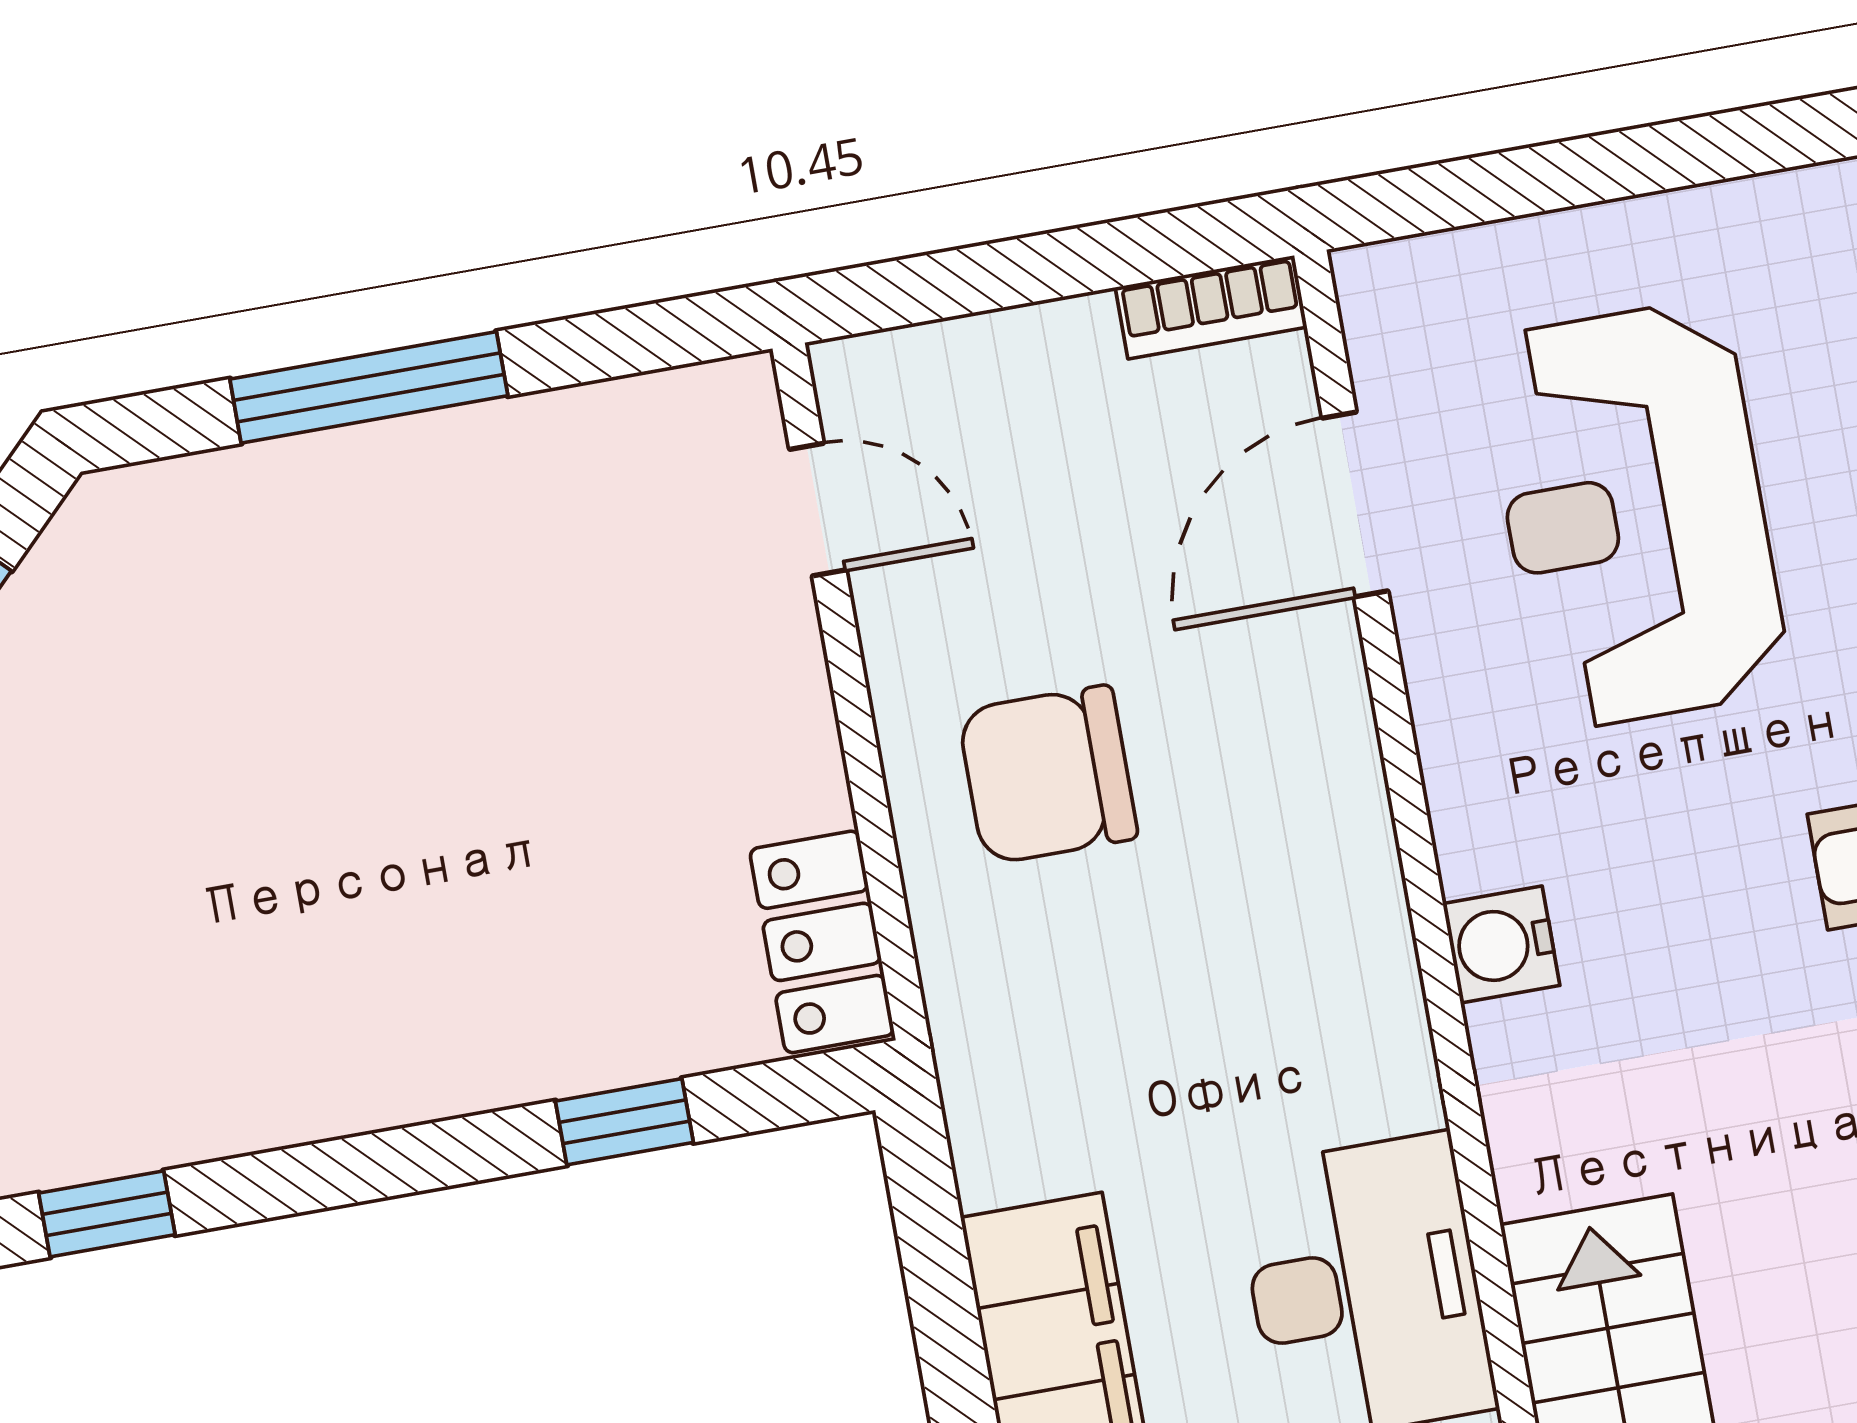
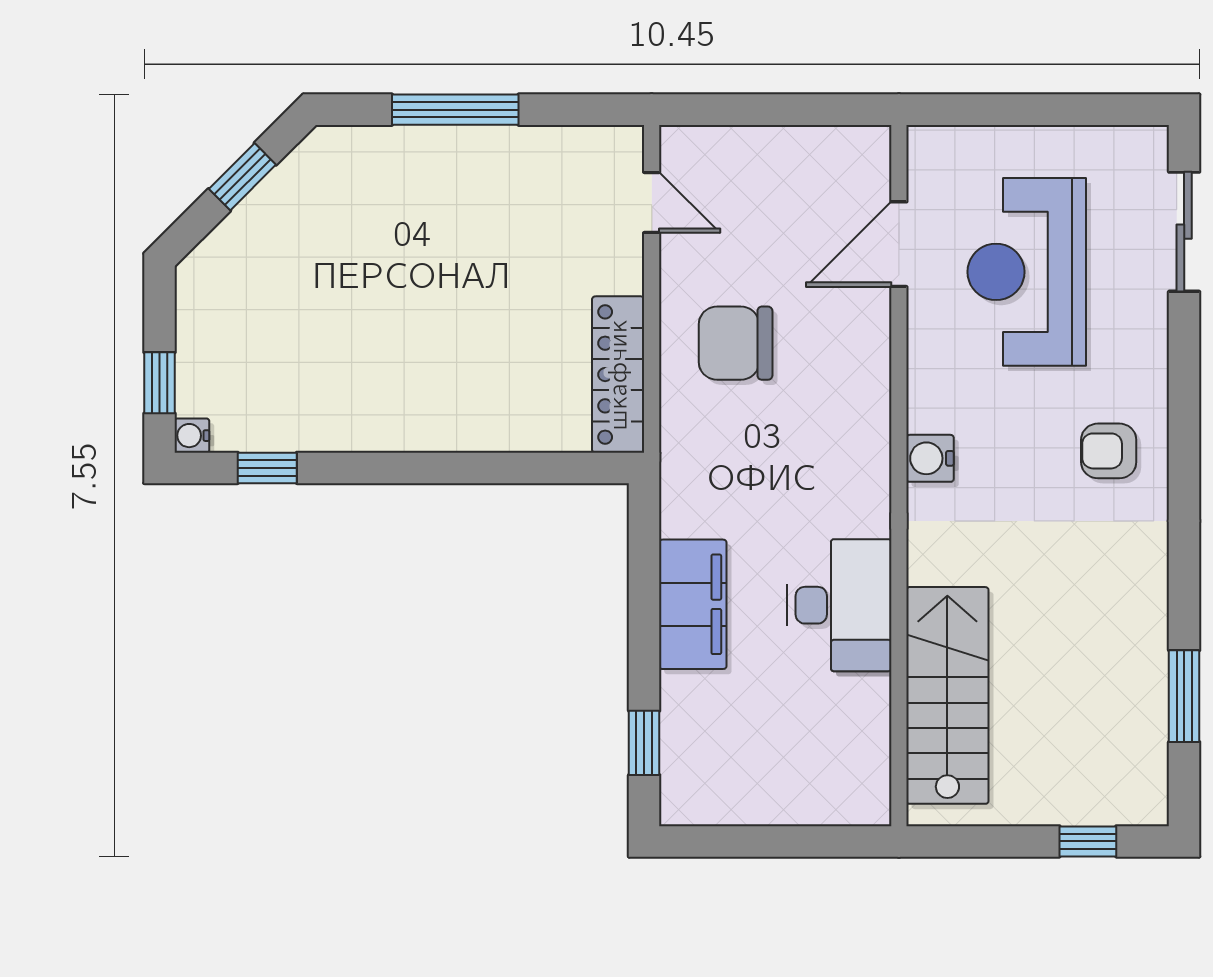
bookcase: (1211, 307) -> (849, 142), removed
locker: (822, 942) -> (618, 375), width x1.53
window: (624, 1122) -> (513, 468), removed

